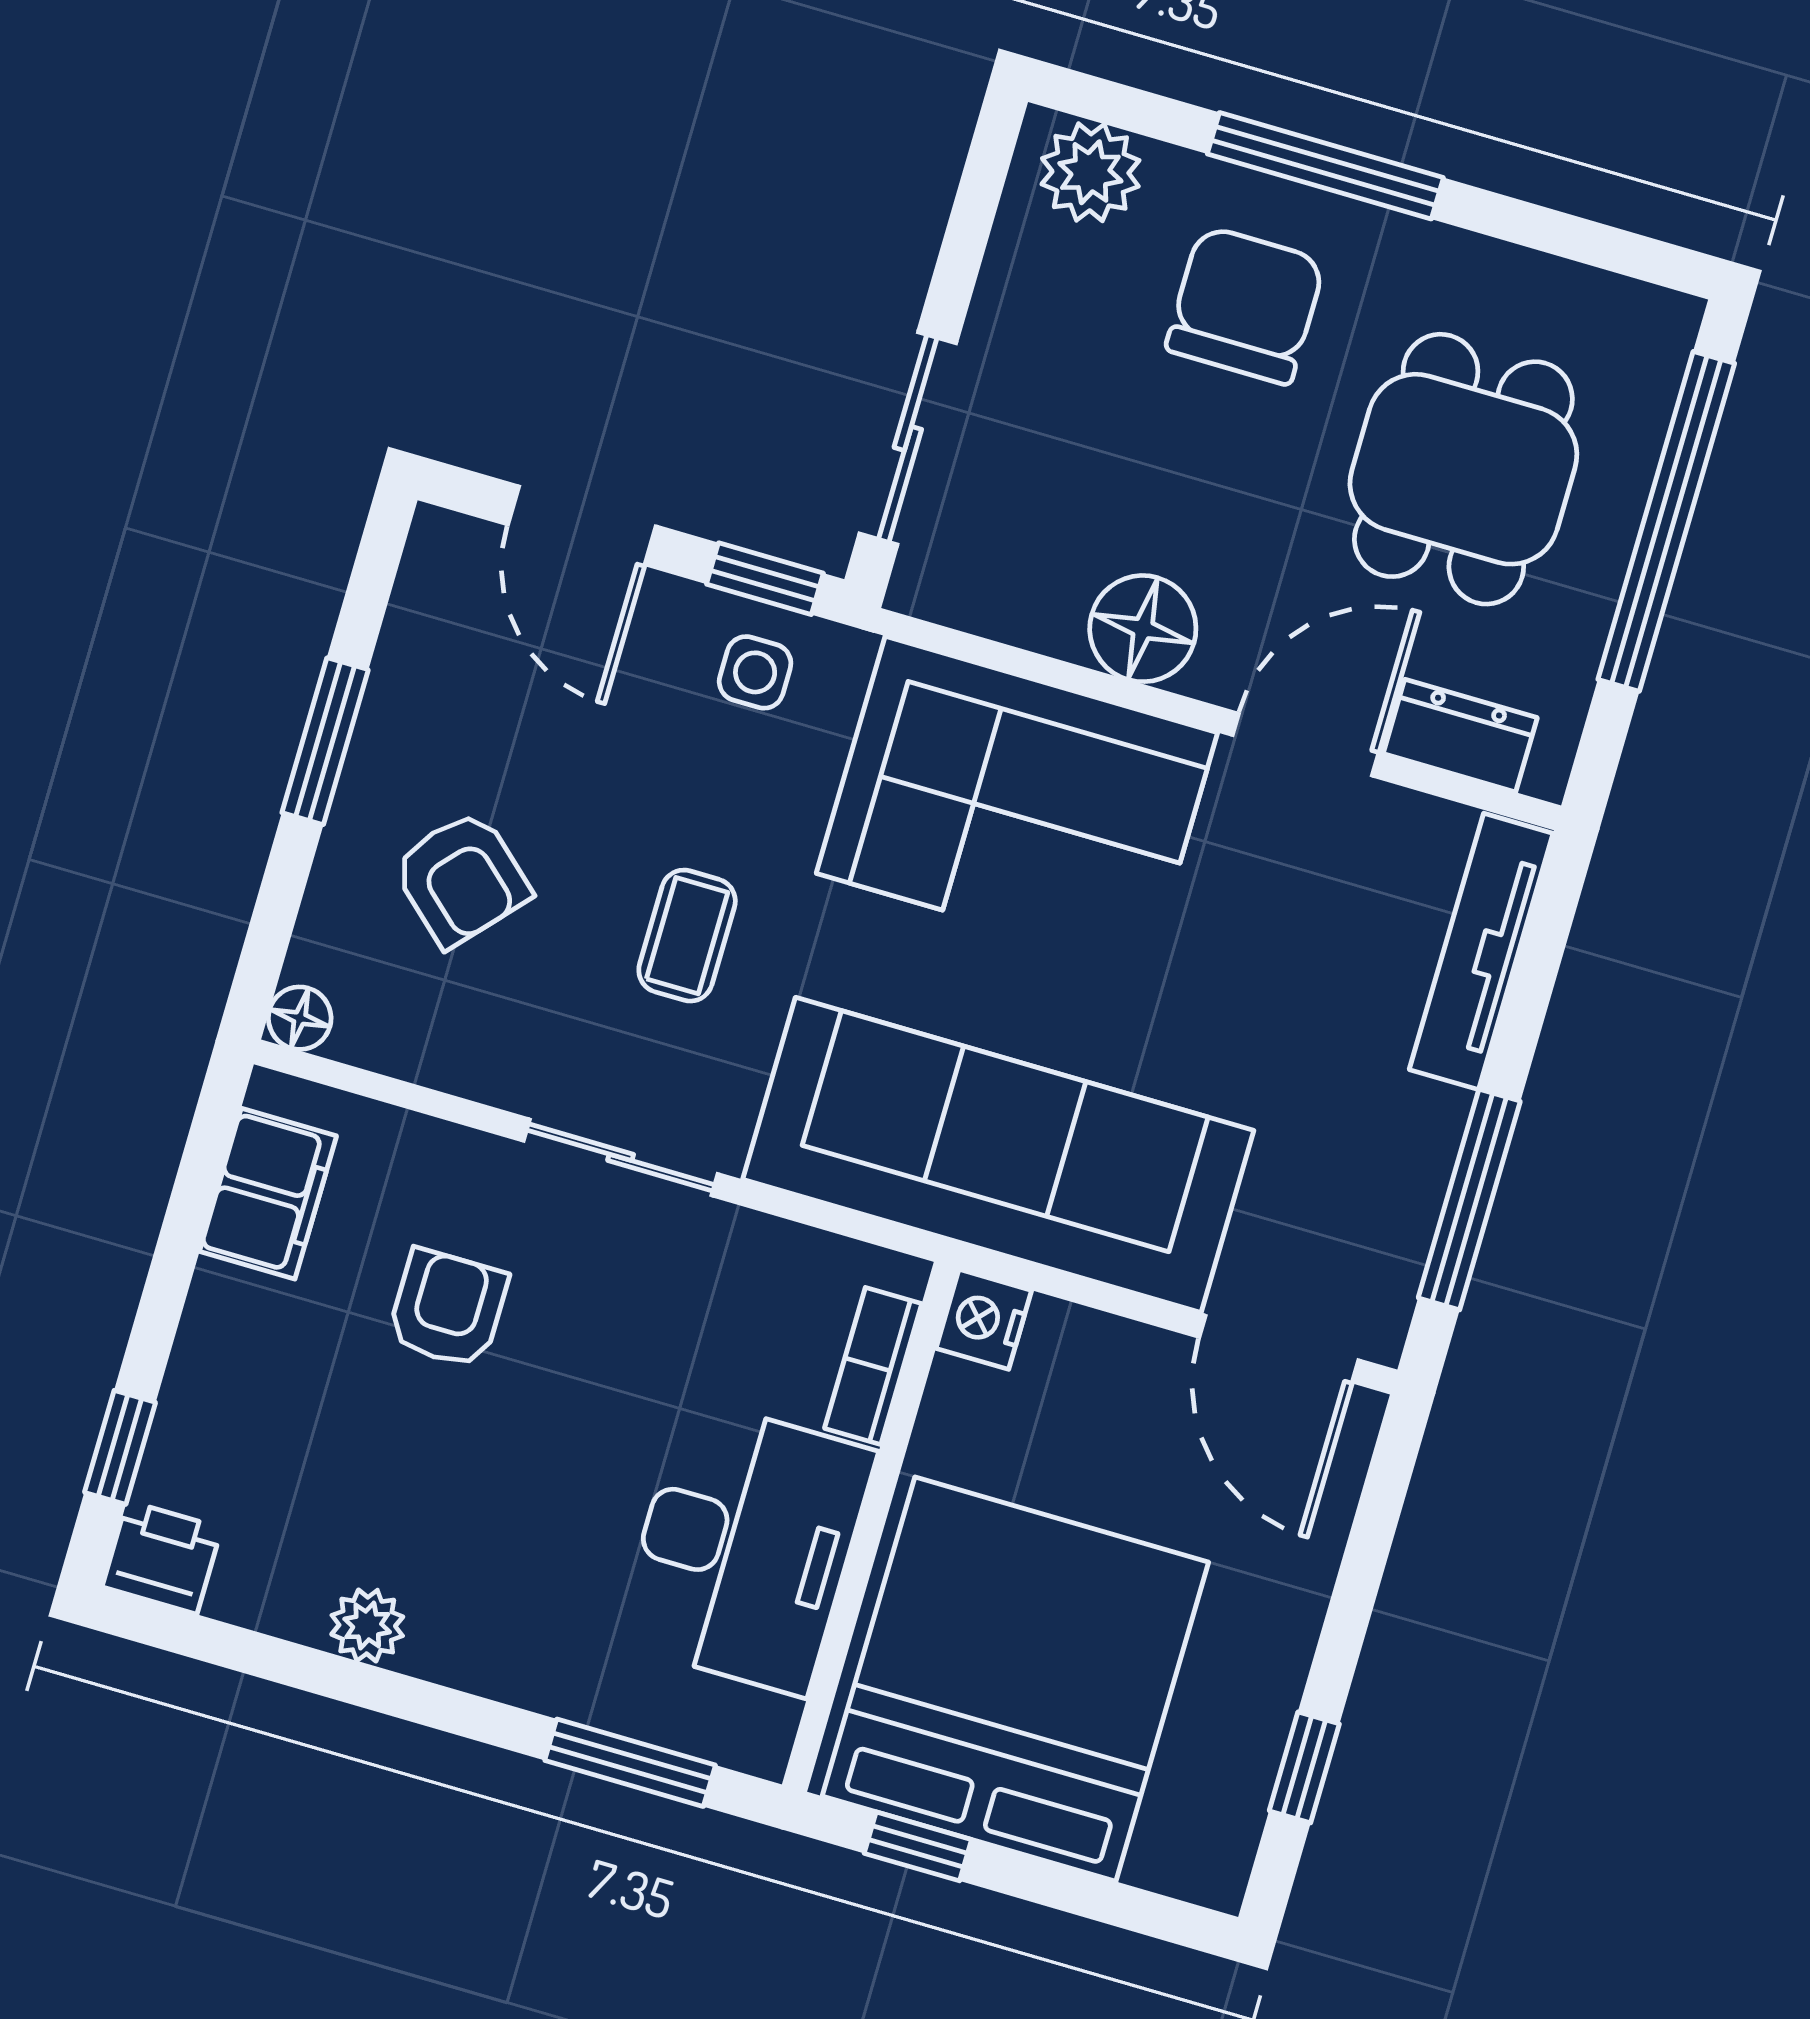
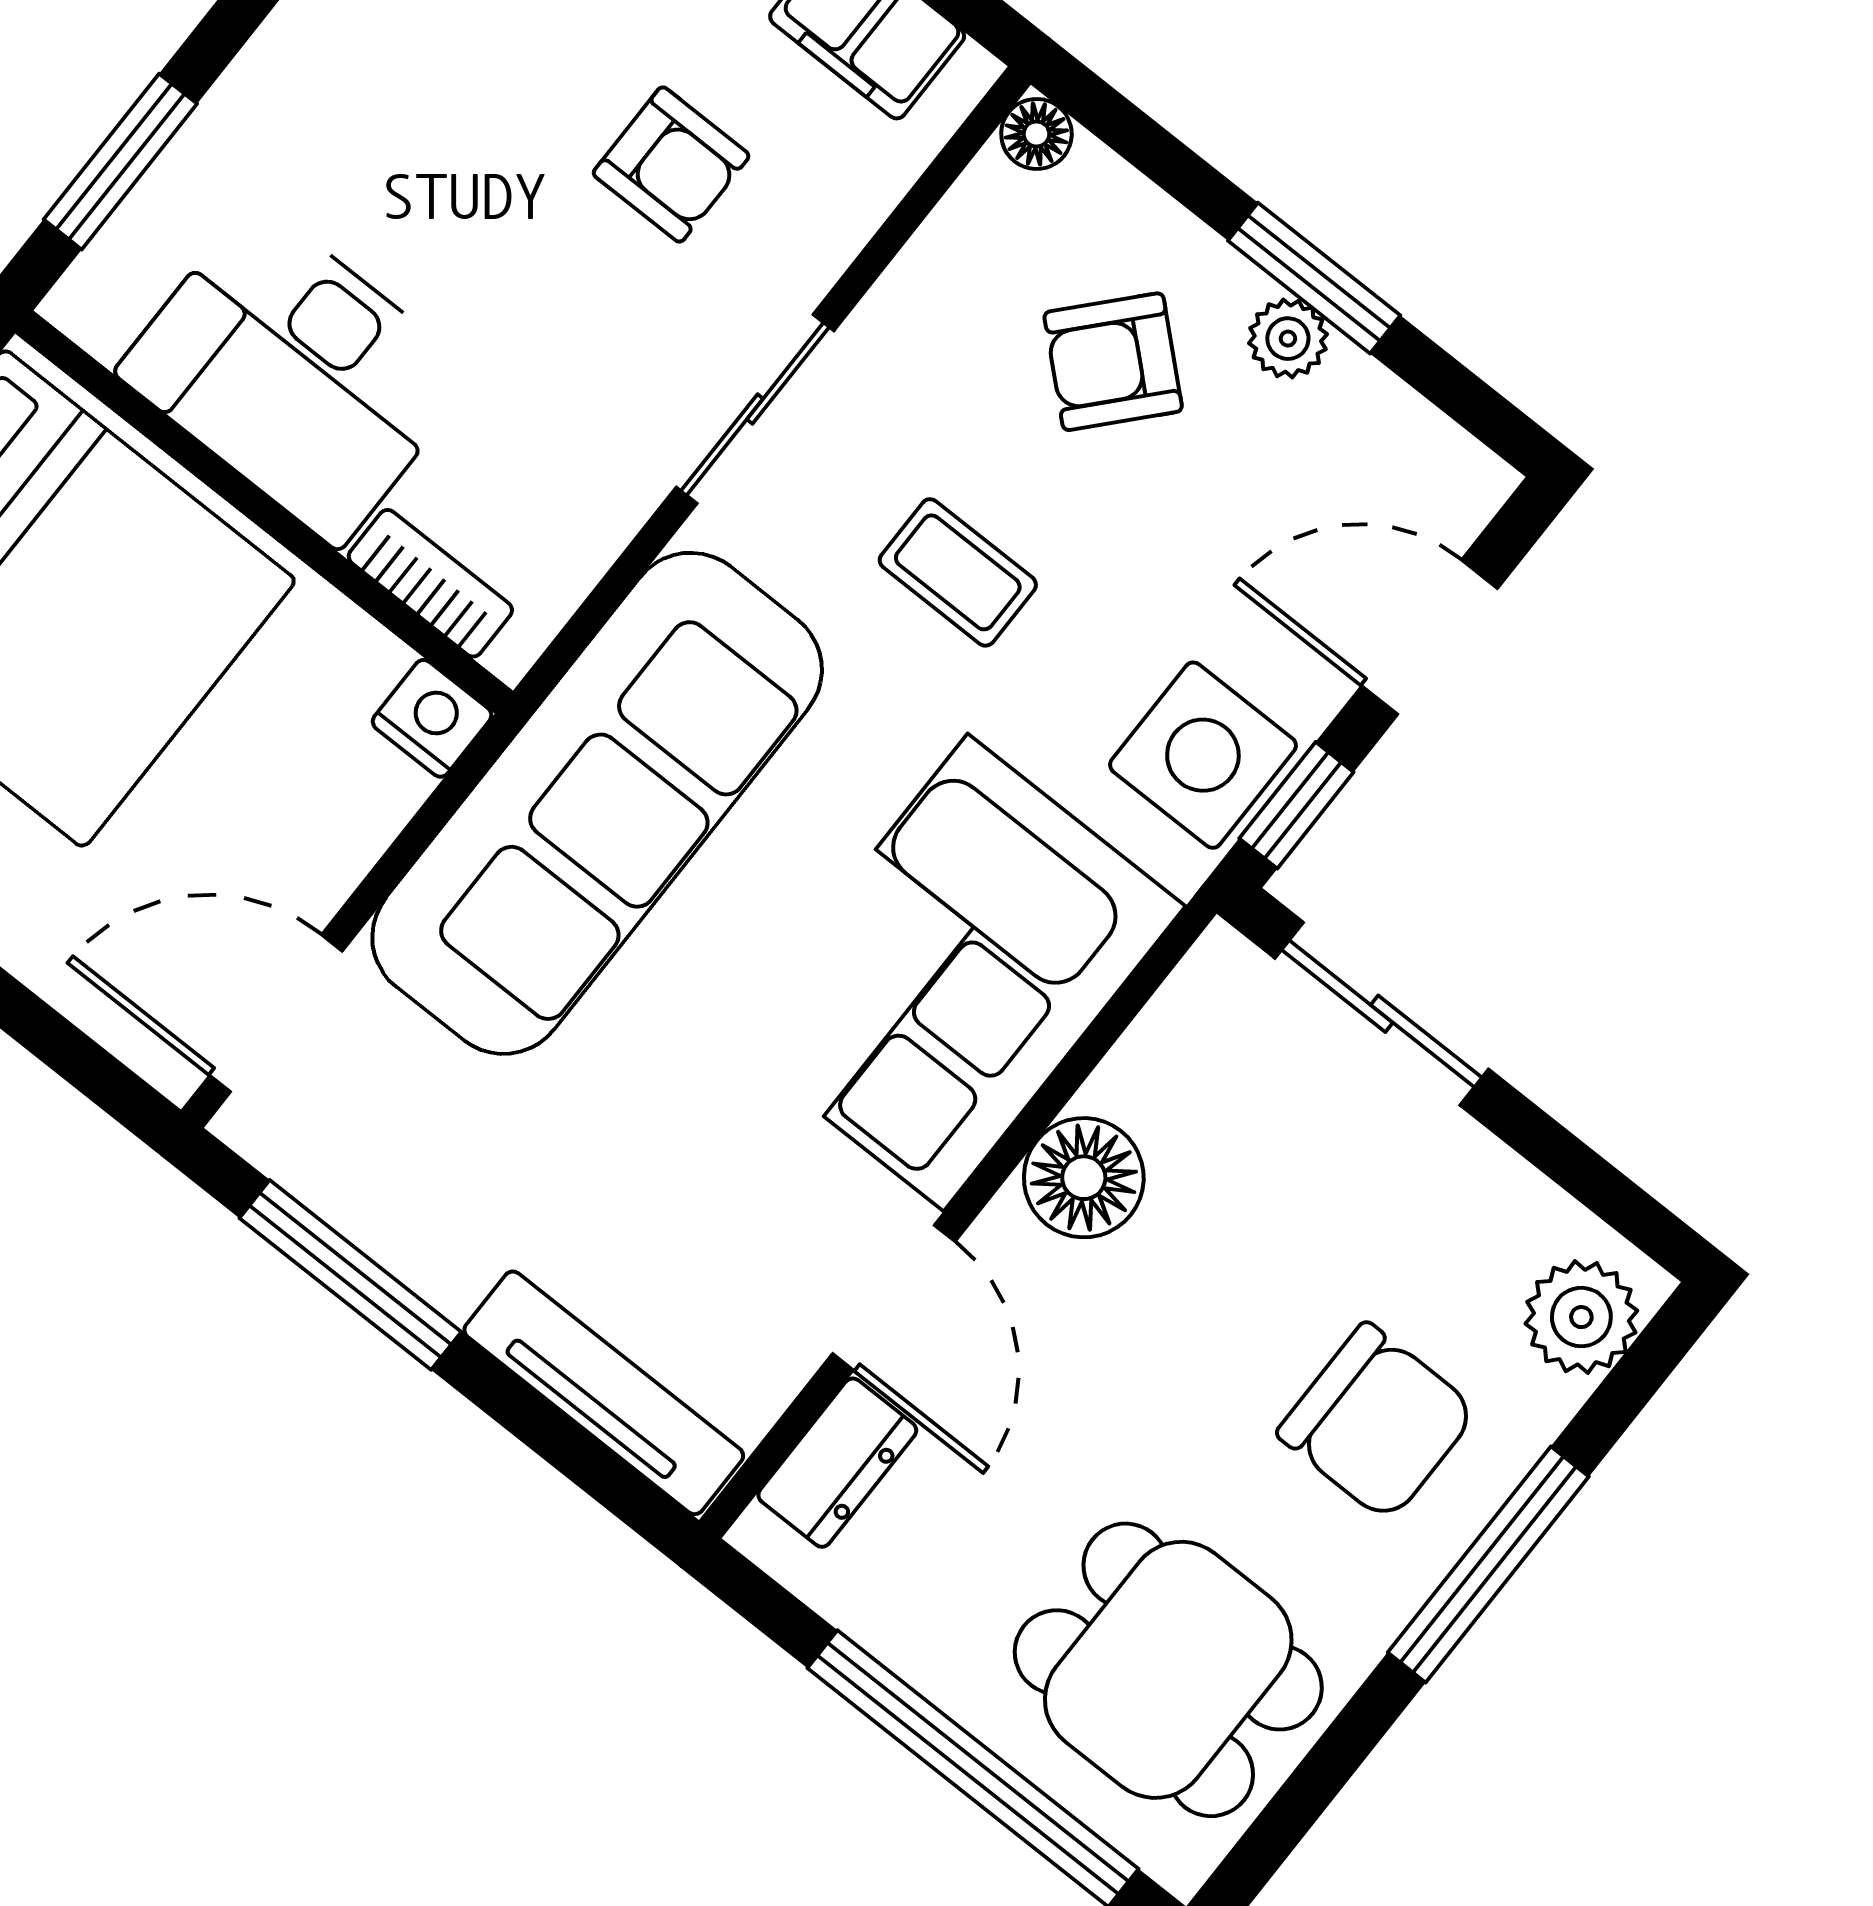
dining table: (1463, 469) -> (1168, 1670), moved
side table: (755, 672) -> (1203, 755), width x1.87, depth x1.87
plant: (384, 742) -> (1288, 339), added

